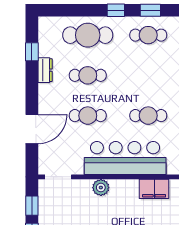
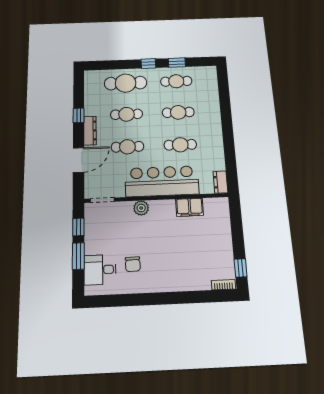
window: (32, 52) -> (79, 115), moved
dresser: (45, 70) -> (90, 131), moved, width x1.44
cafe table: (148, 75) -> (178, 112), added

